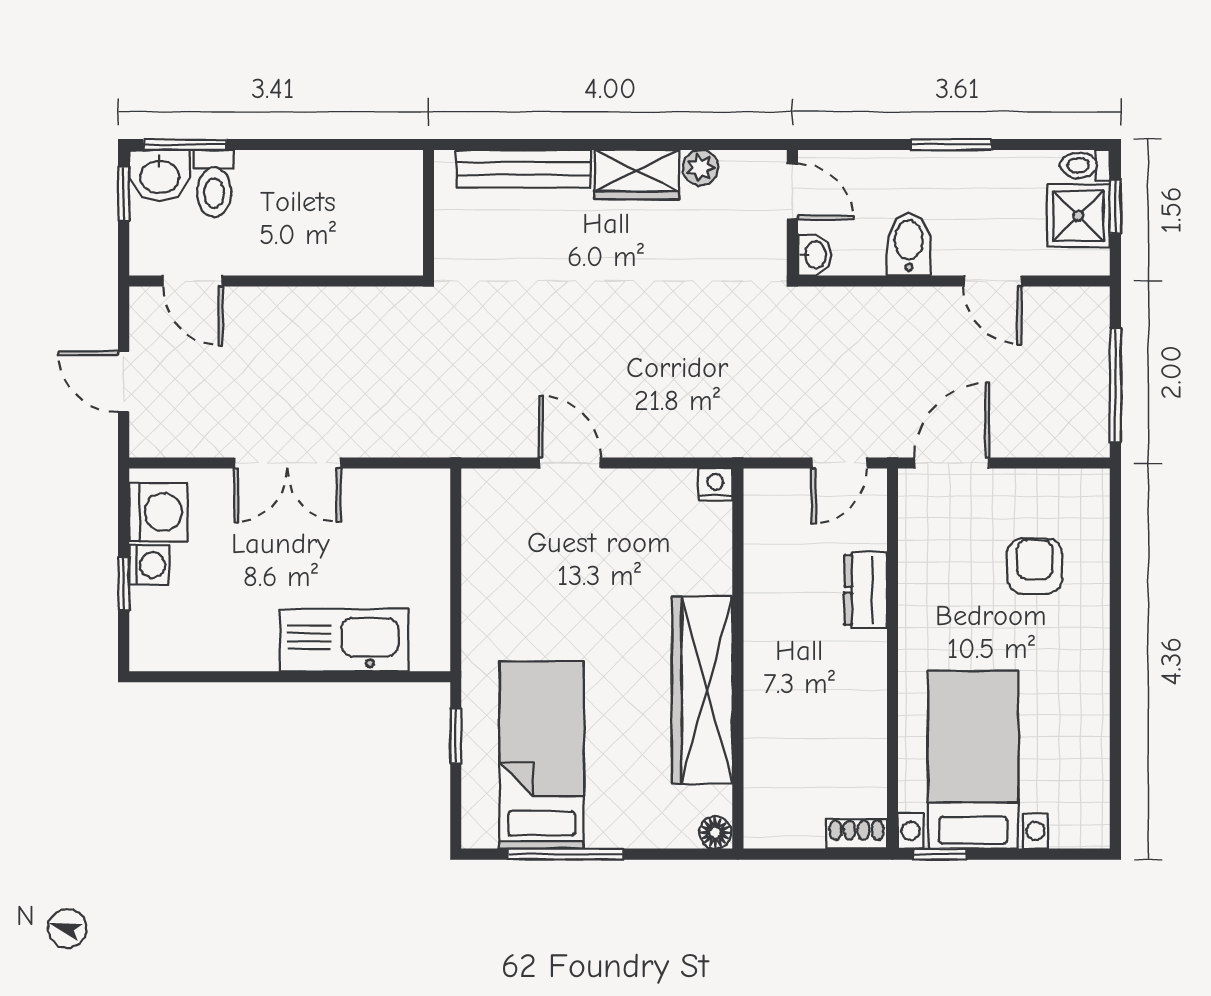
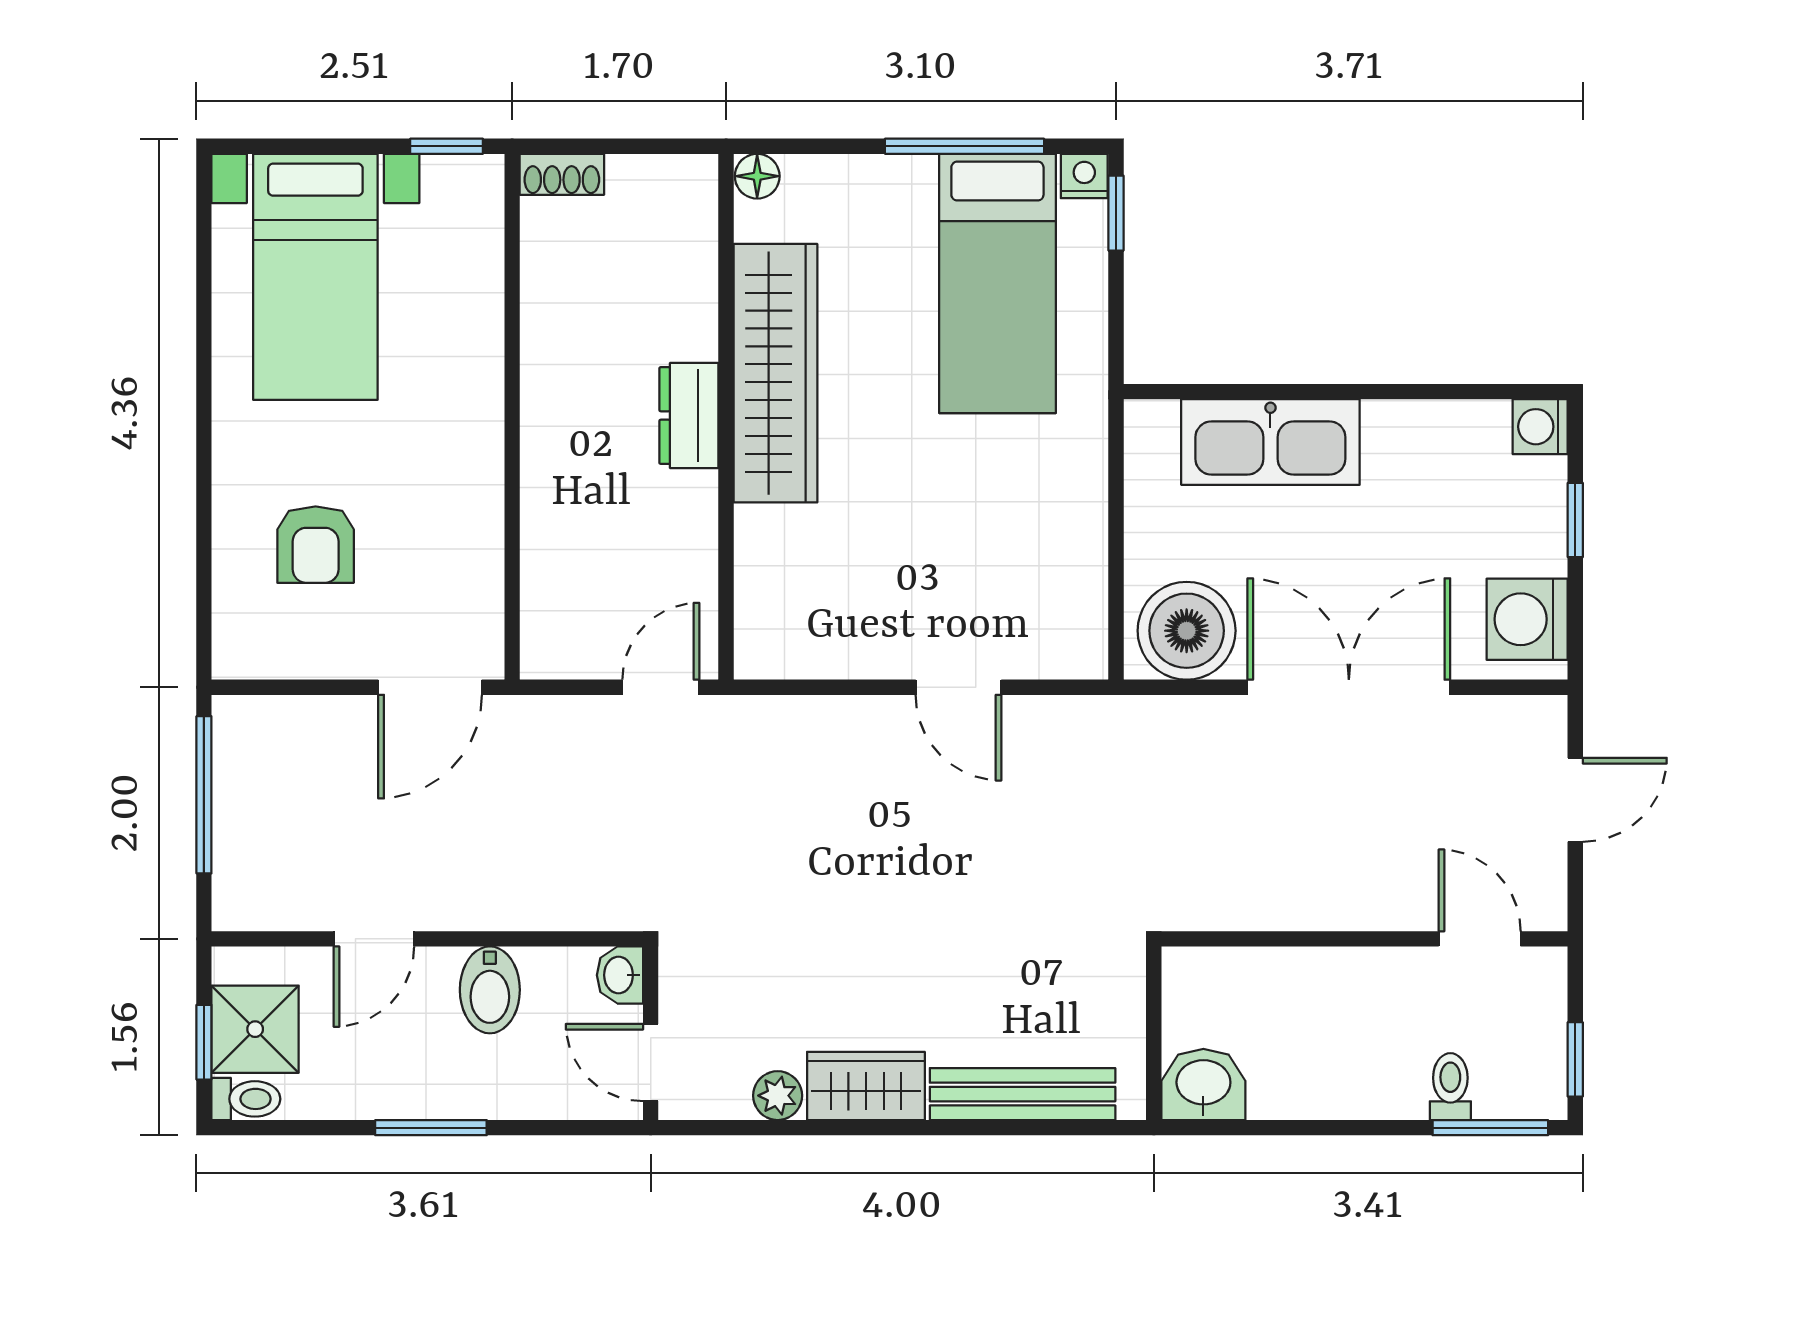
washbasin: (160, 176) -> (1203, 1084), moved
toilet: (214, 183) -> (1450, 1087), width x0.73, depth x0.72
door: (993, 281) -> (374, 939), swing flipped
door: (124, 382) -> (1575, 800), hinge flipped
double door: (287, 463) -> (1349, 687), width x1.37
door: (839, 463) -> (661, 687), moved
nightstand: (715, 484) -> (1084, 176), moved, turned 180
boiler: (405, 504) -> (1187, 631), added
washing machine: (149, 565) -> (1540, 427), moved
dresser: (866, 590) -> (689, 416), moved, turned 180
window: (456, 736) -> (1116, 213), moved
bed with nightstands: (973, 760) -> (315, 277), moved

